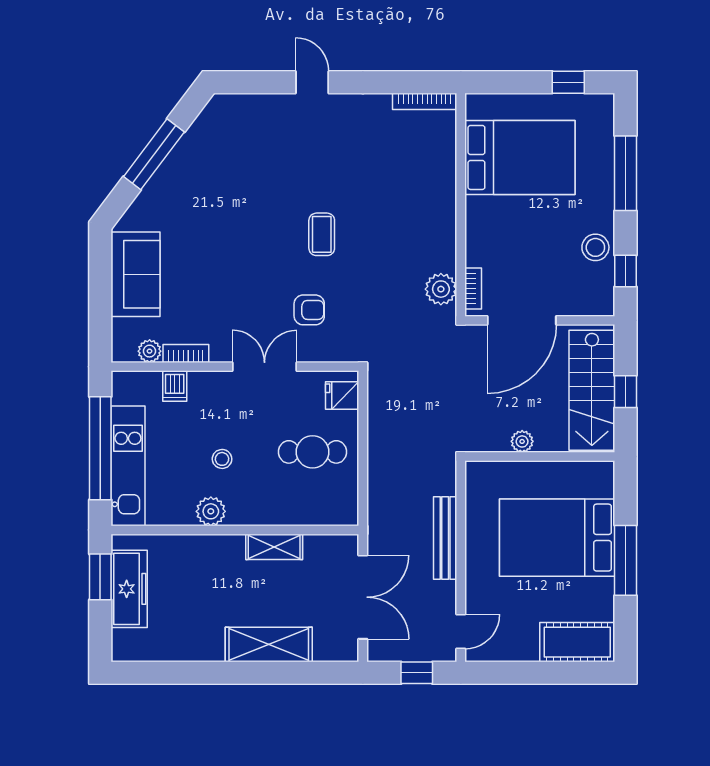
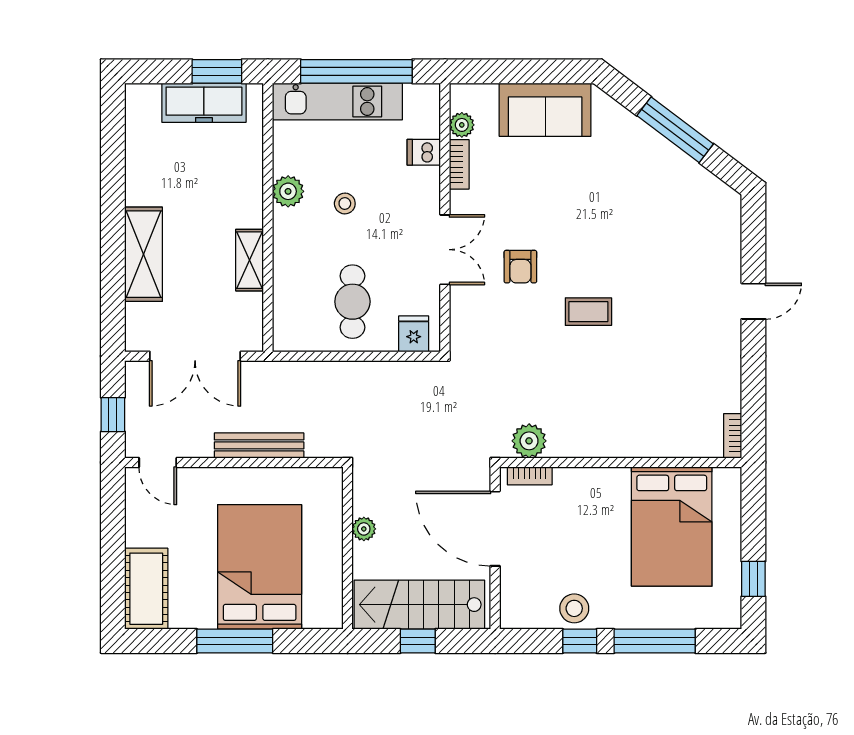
bookcase: (425, 101) -> (733, 436), width x0.64
window: (625, 271) -> (580, 641), moved
armchair: (309, 310) -> (520, 267), moved

